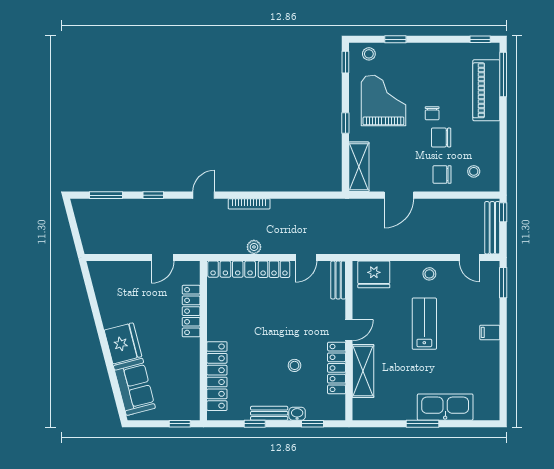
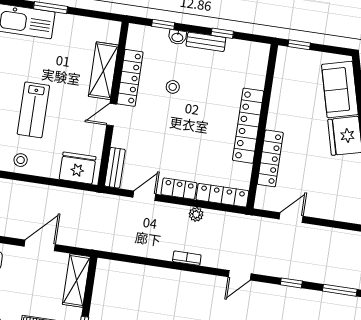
bookcase: (249, 204) -> (187, 258), width x0.64
locker: (217, 376) -> (248, 126), moved

